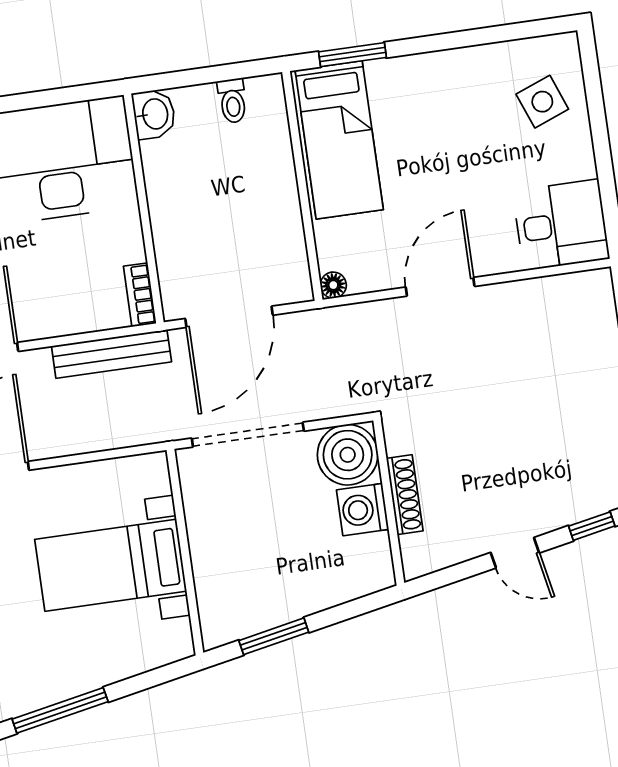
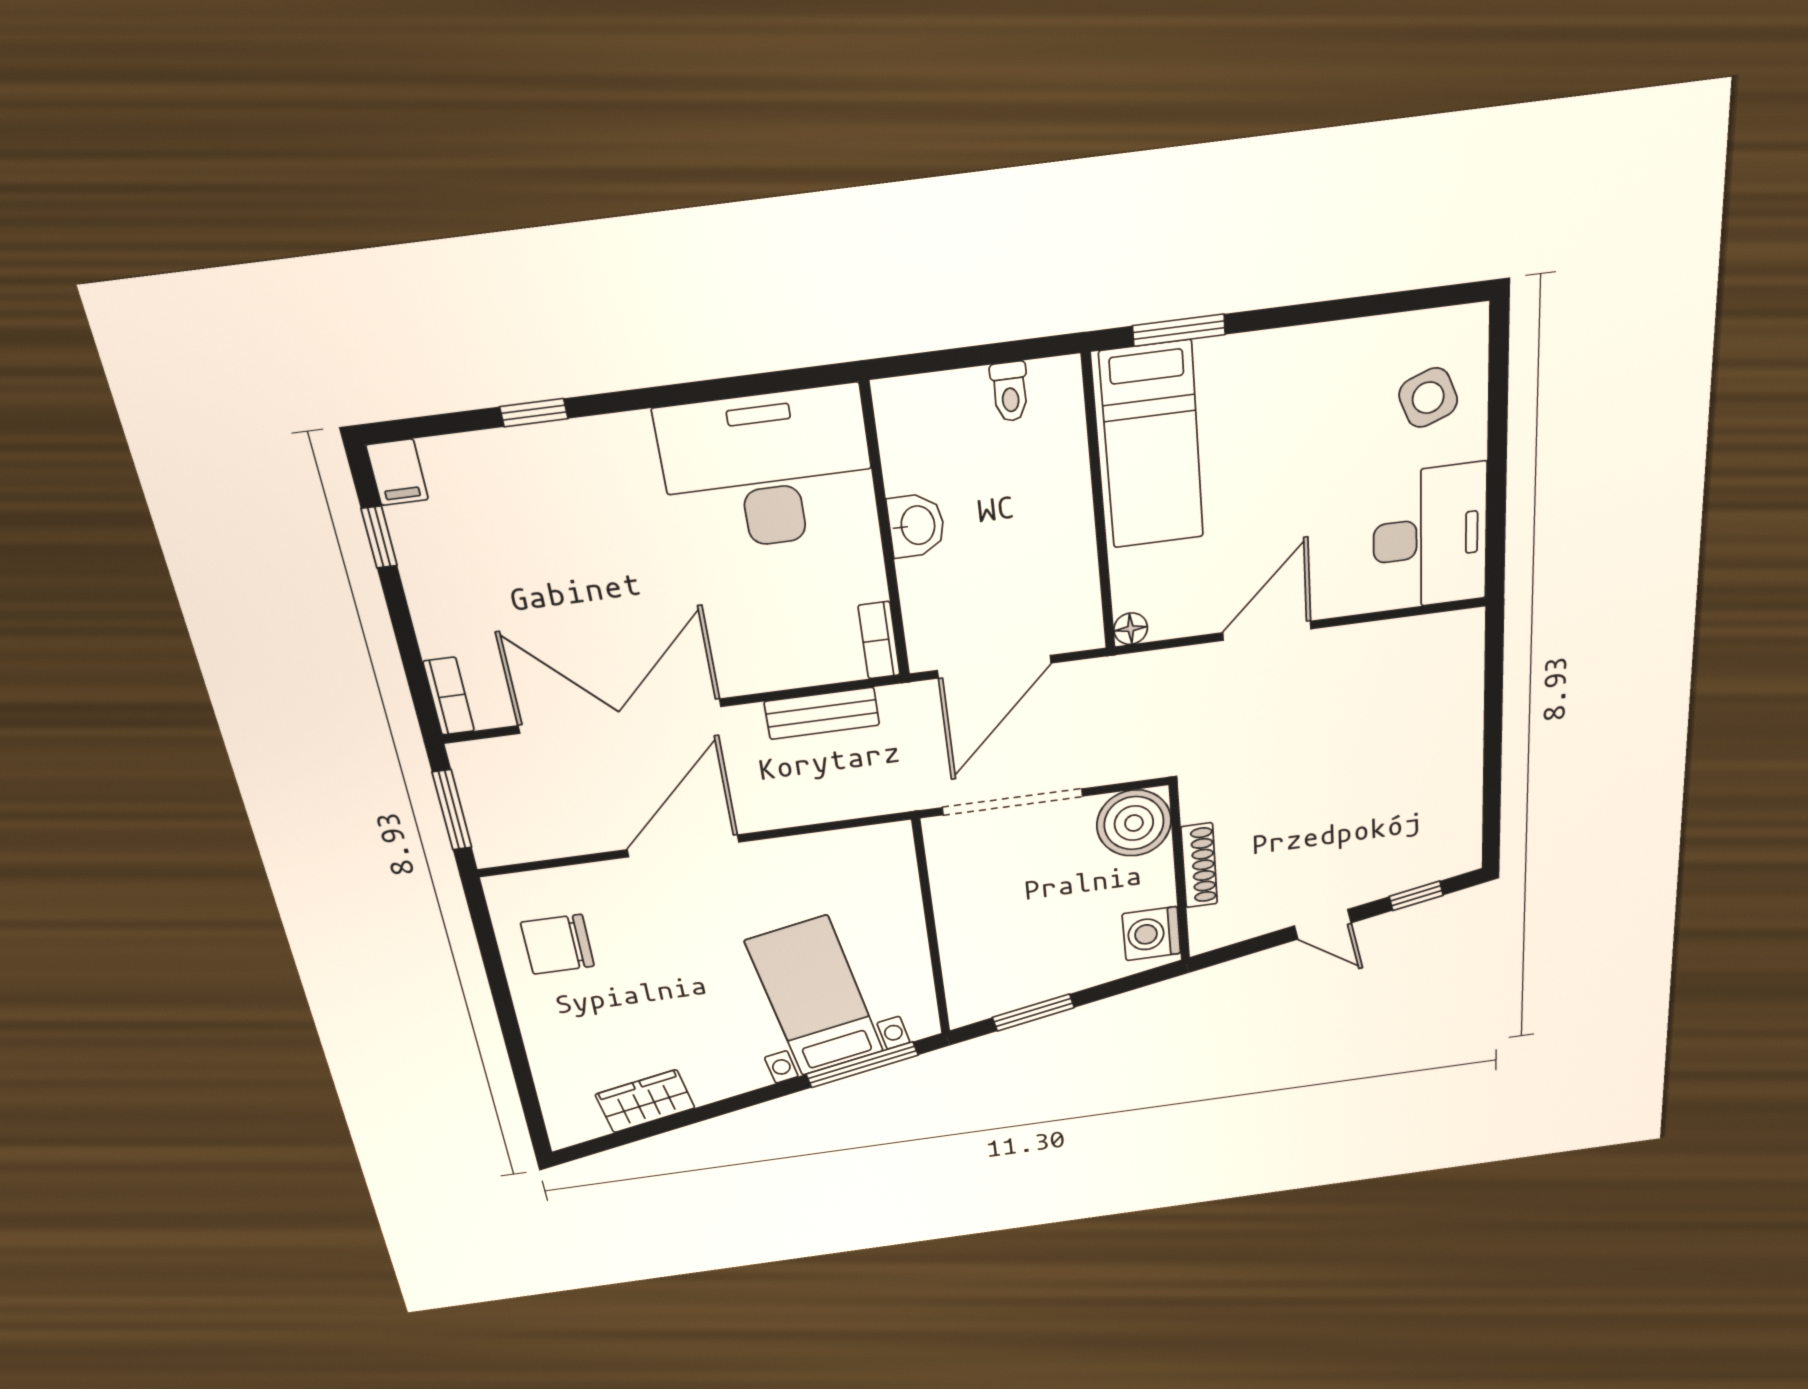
washbasin: (154, 114) -> (916, 525), moved
desk: (561, 225) -> (1430, 537), width x1.37
bench: (111, 354) -> (822, 713), width x0.73
washing machine: (363, 510) -> (1151, 934), moved
bed with nightstands: (111, 565) -> (815, 996), moved, turned 79
window: (60, 710) -> (862, 1065), moved

